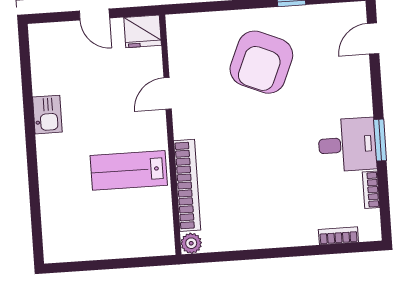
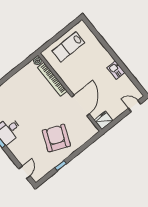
door: (94, 14) -> (135, 106), moved
door: (168, 93) -> (81, 105), width x1.88
lab bench: (129, 170) -> (68, 47), moved, turned 180

